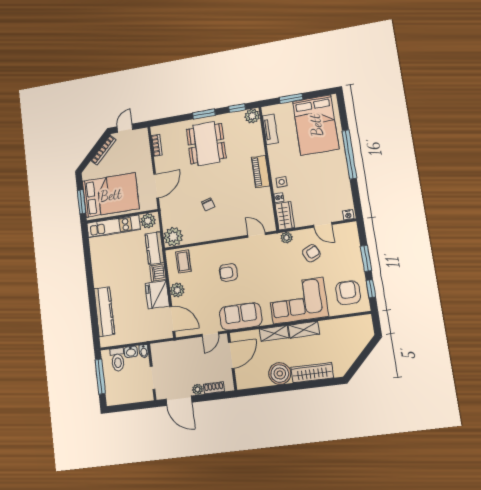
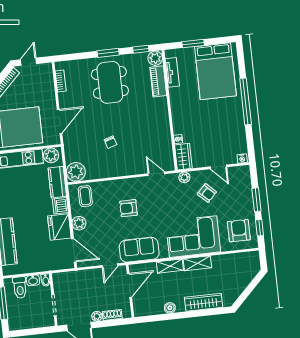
piano: (261, 172) -> (158, 81), moved
side table: (282, 182) -> (181, 124), removed
armchair: (311, 253) -> (207, 193), turned 69
boiler: (280, 373) -> (170, 308), width x0.54, depth x0.54

